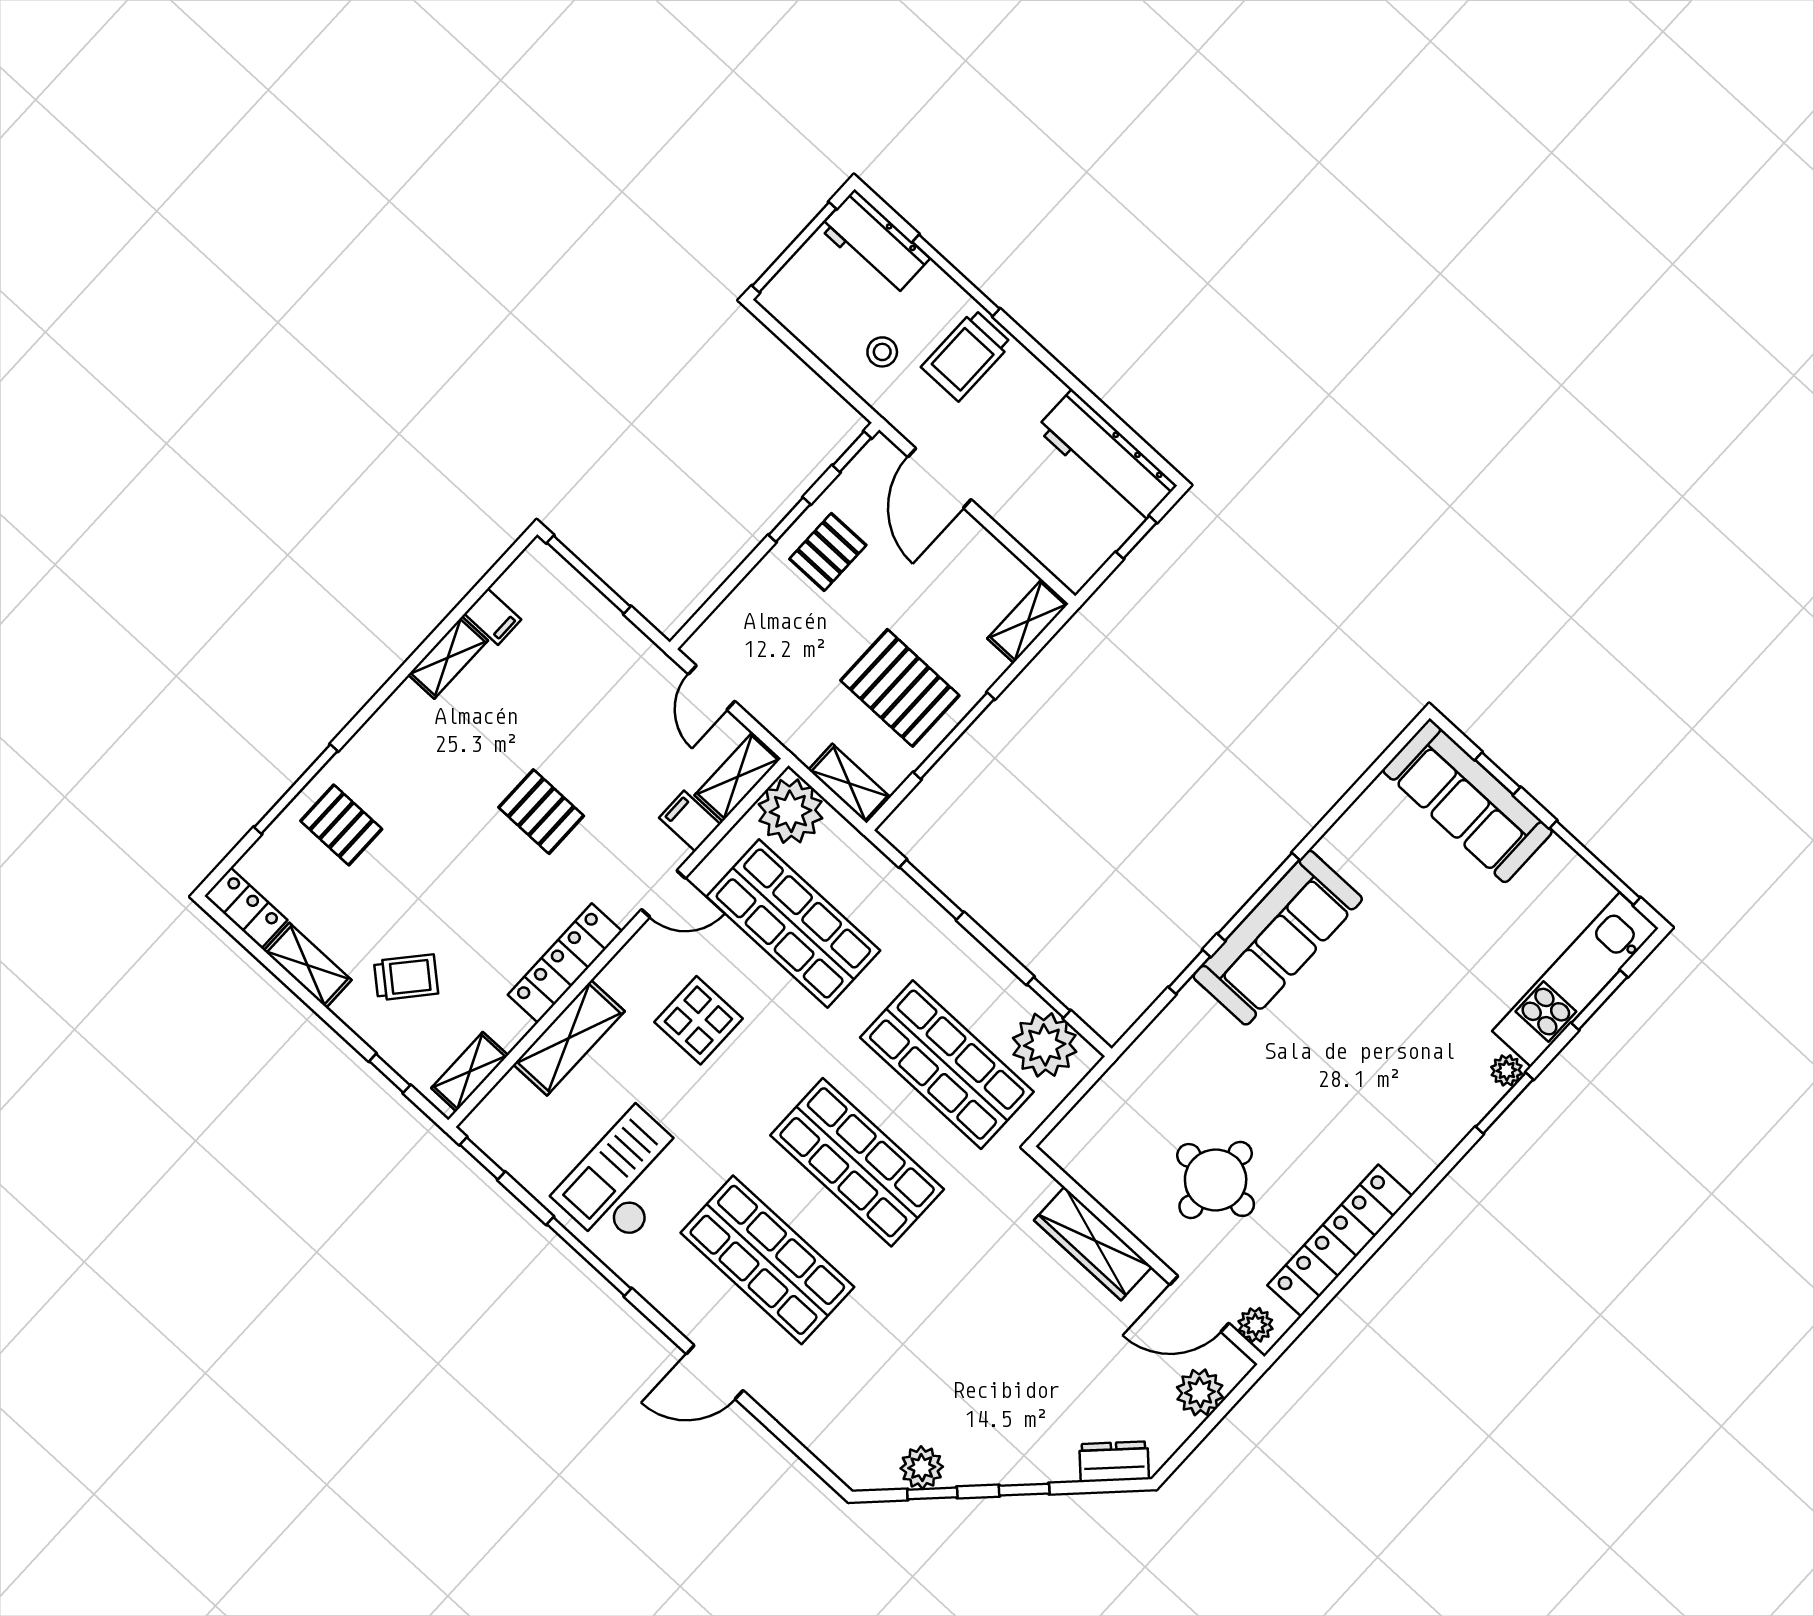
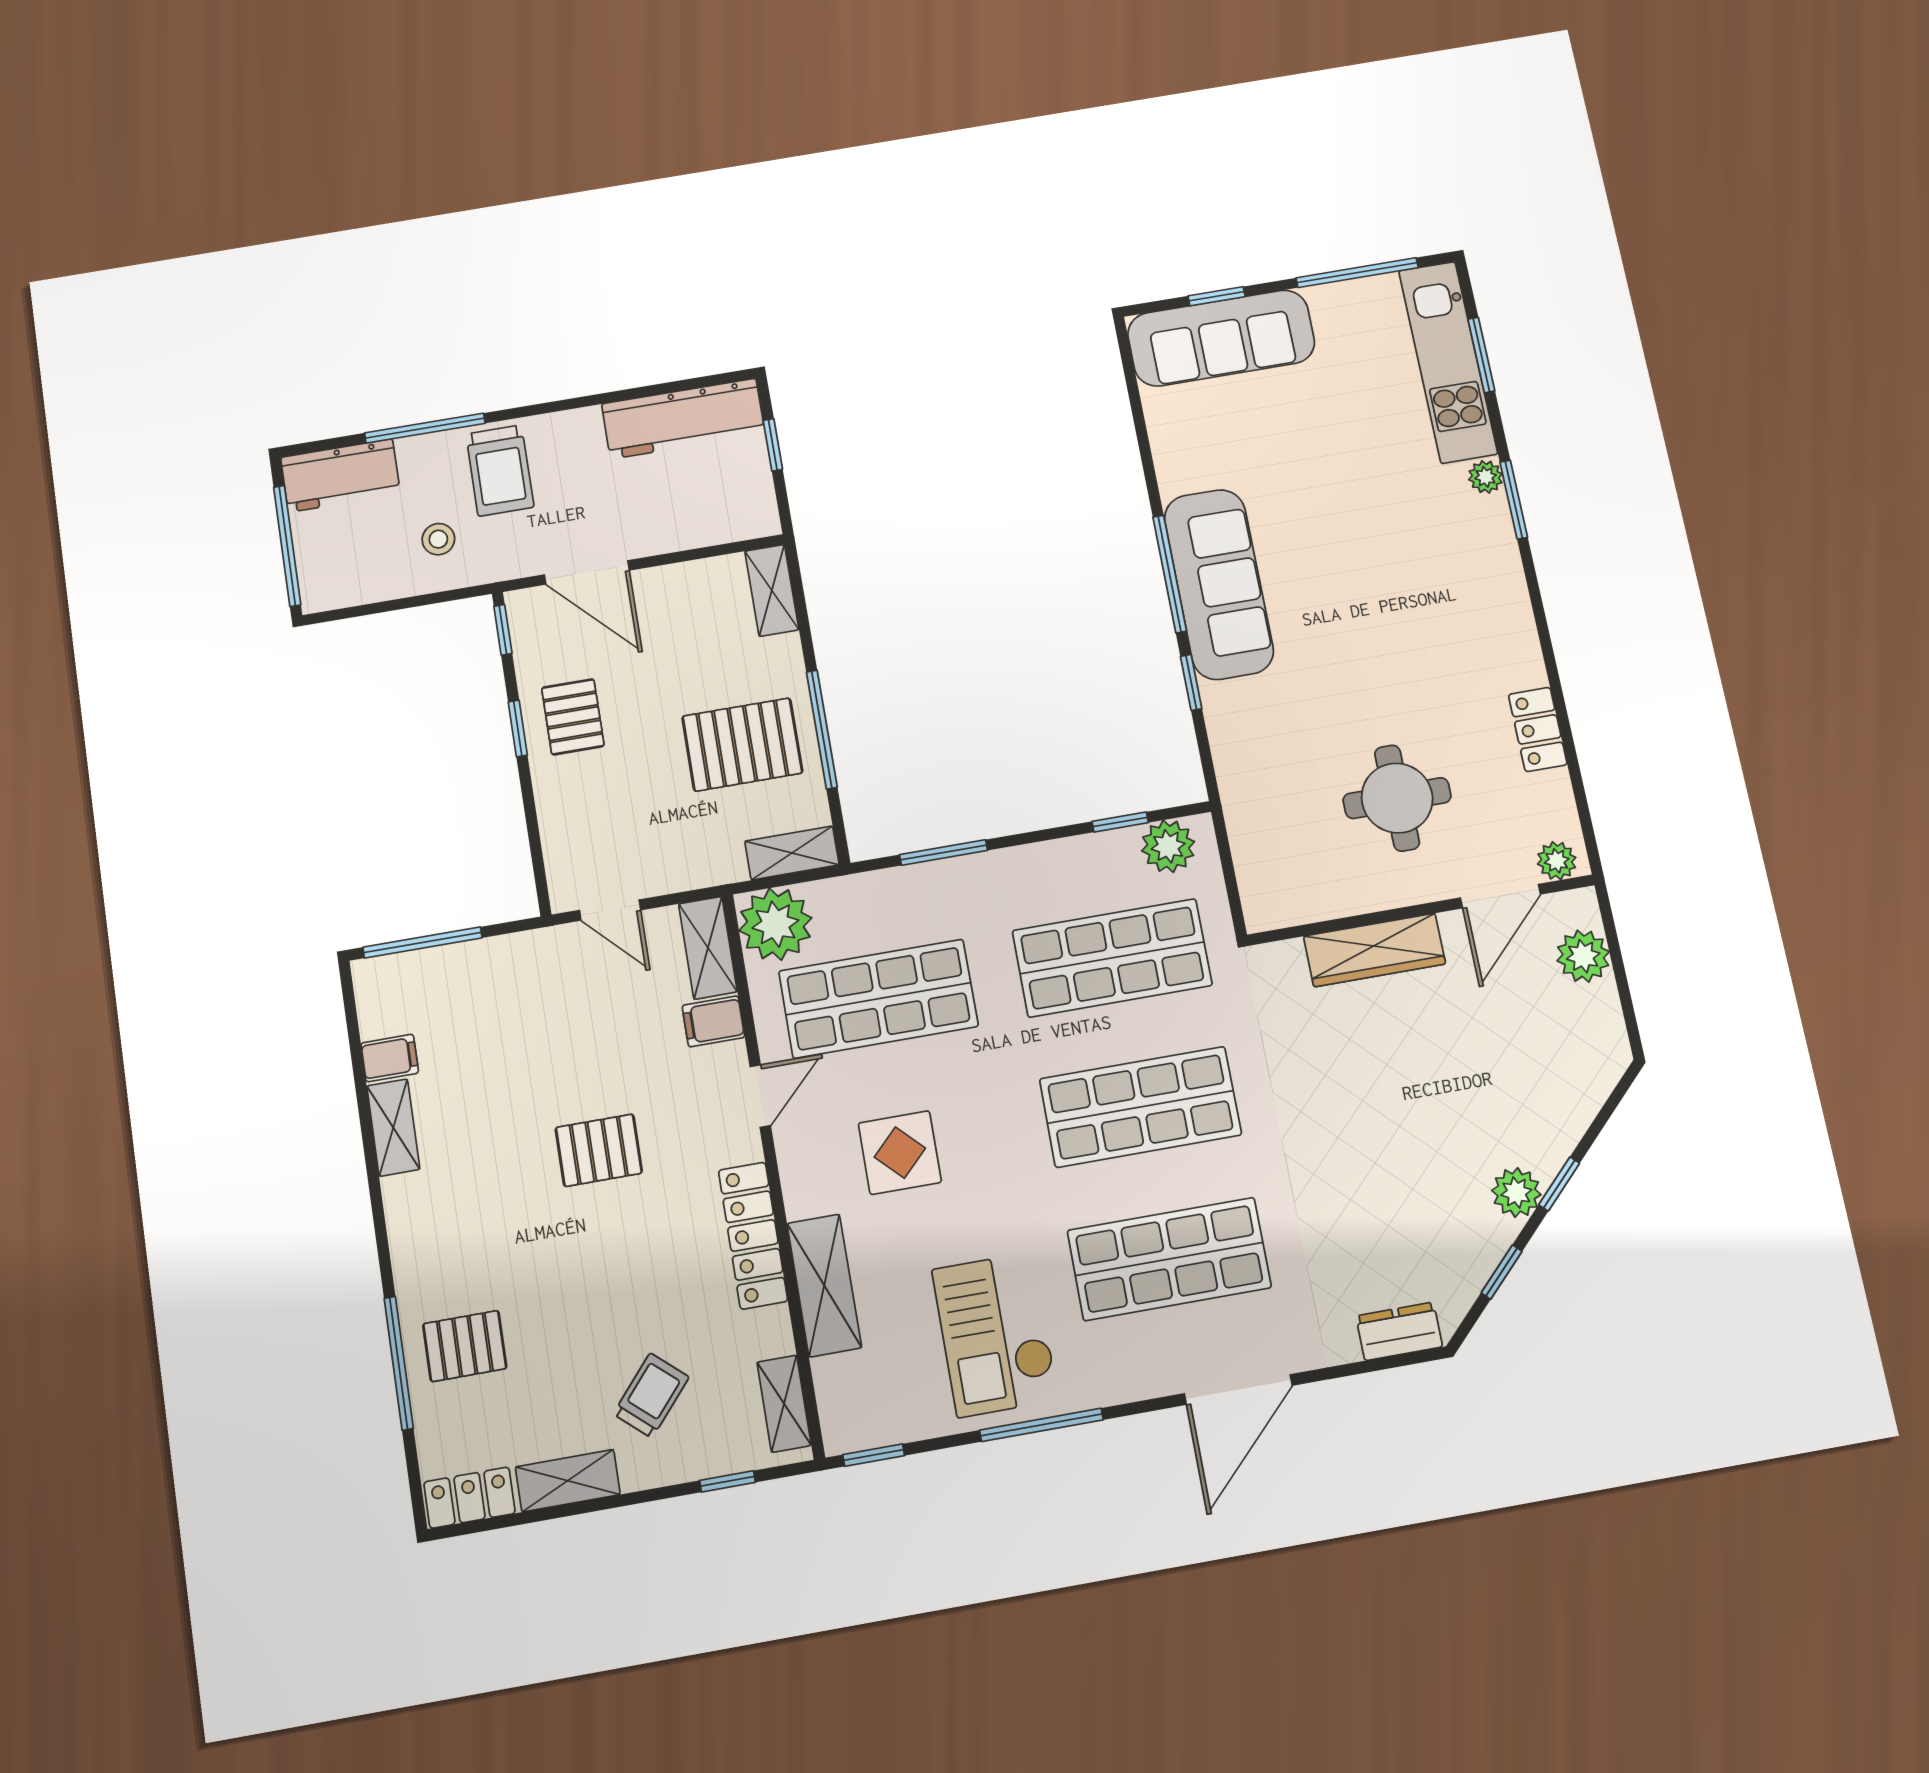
plant: (1045, 1045) -> (1168, 846), width x0.73, depth x0.73
locker: (1340, 1241) -> (1538, 729), width x0.46, depth x0.83
door: (715, 1372) -> (1238, 1390), width x1.36
dresser: (1114, 1462) -> (1399, 1331), moved, turned 45
plant: (922, 1468) -> (1516, 1192), moved

